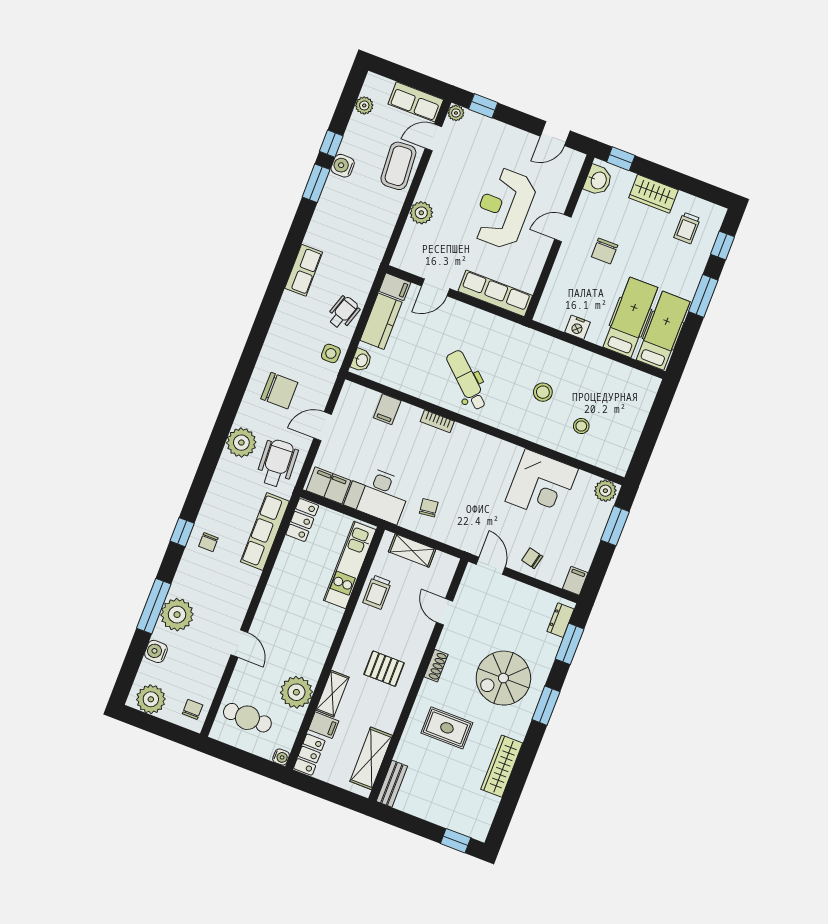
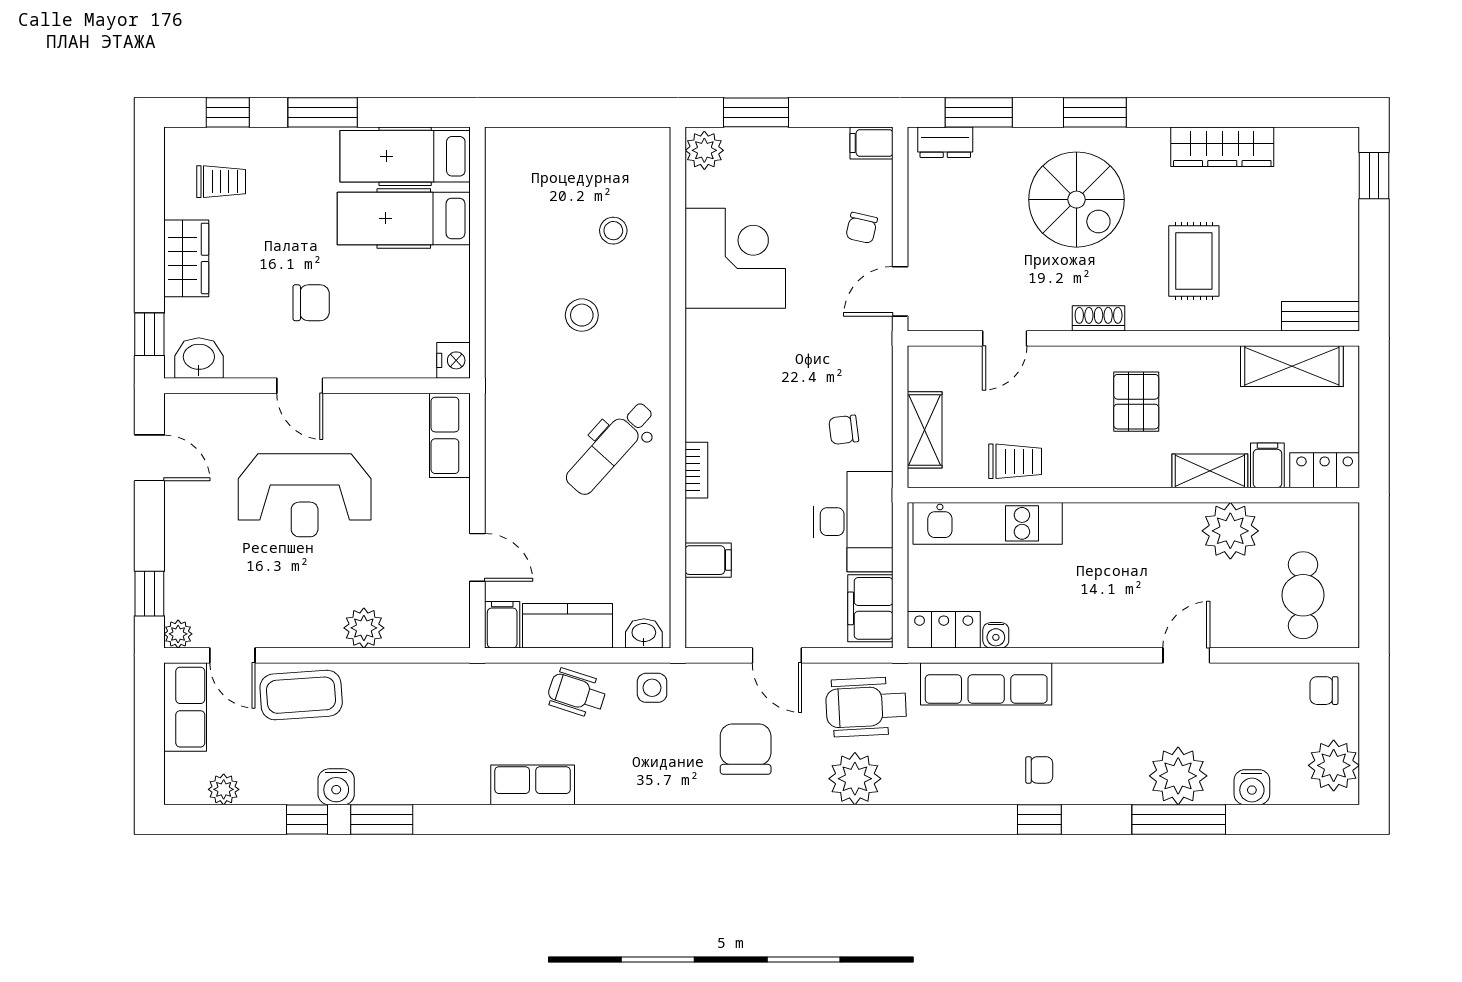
row of seats: (495, 293) -> (450, 435), width x0.68
nightstand: (577, 327) -> (453, 360), moved
water cooler: (281, 757) -> (996, 635), moved, turned 180

